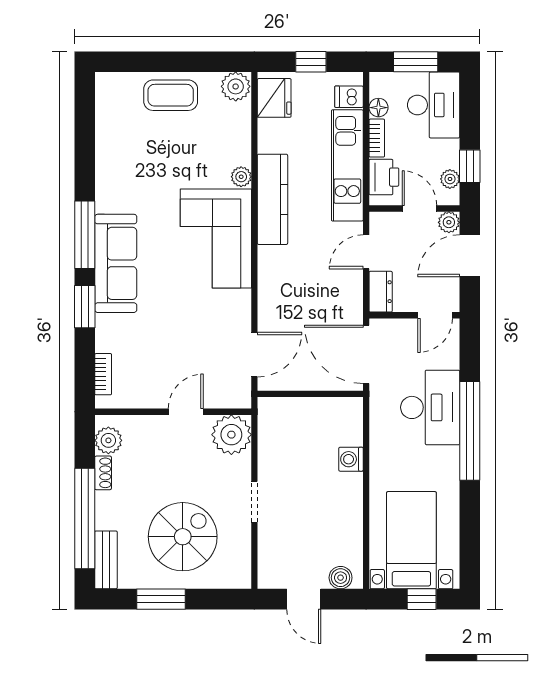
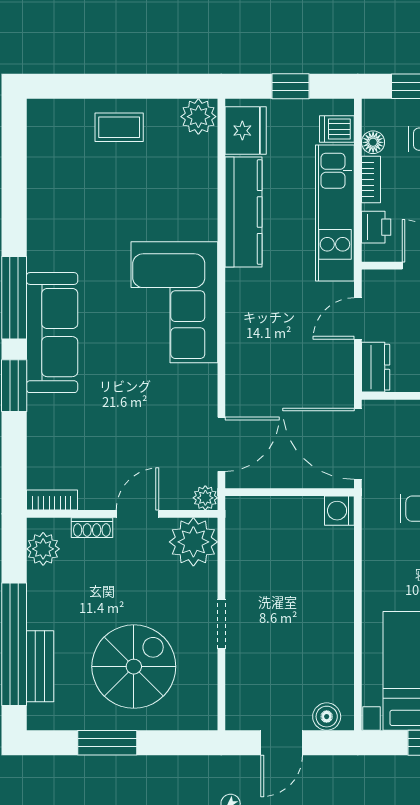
coffee table: (171, 95) -> (119, 127), width x0.73, depth x0.77
plant: (241, 177) -> (205, 498), moved
printer: (384, 177) -> (376, 227), width x0.73, depth x0.81
kitchen counter: (272, 199) -> (243, 212), moved
bookcase: (103, 374) -> (52, 500), moved, turned -90
washing machine: (351, 459) -> (339, 511), moved
shoe rack: (103, 473) -> (92, 528), moved, turned 90
bench: (106, 560) -> (40, 666), moved
door: (304, 599) -> (282, 743), hinge flipped

